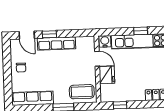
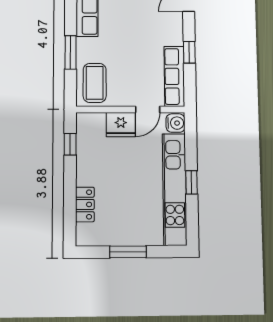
window: (49, 34) -> (189, 52), moved
row of seats: (57, 44) -> (174, 76), moved

